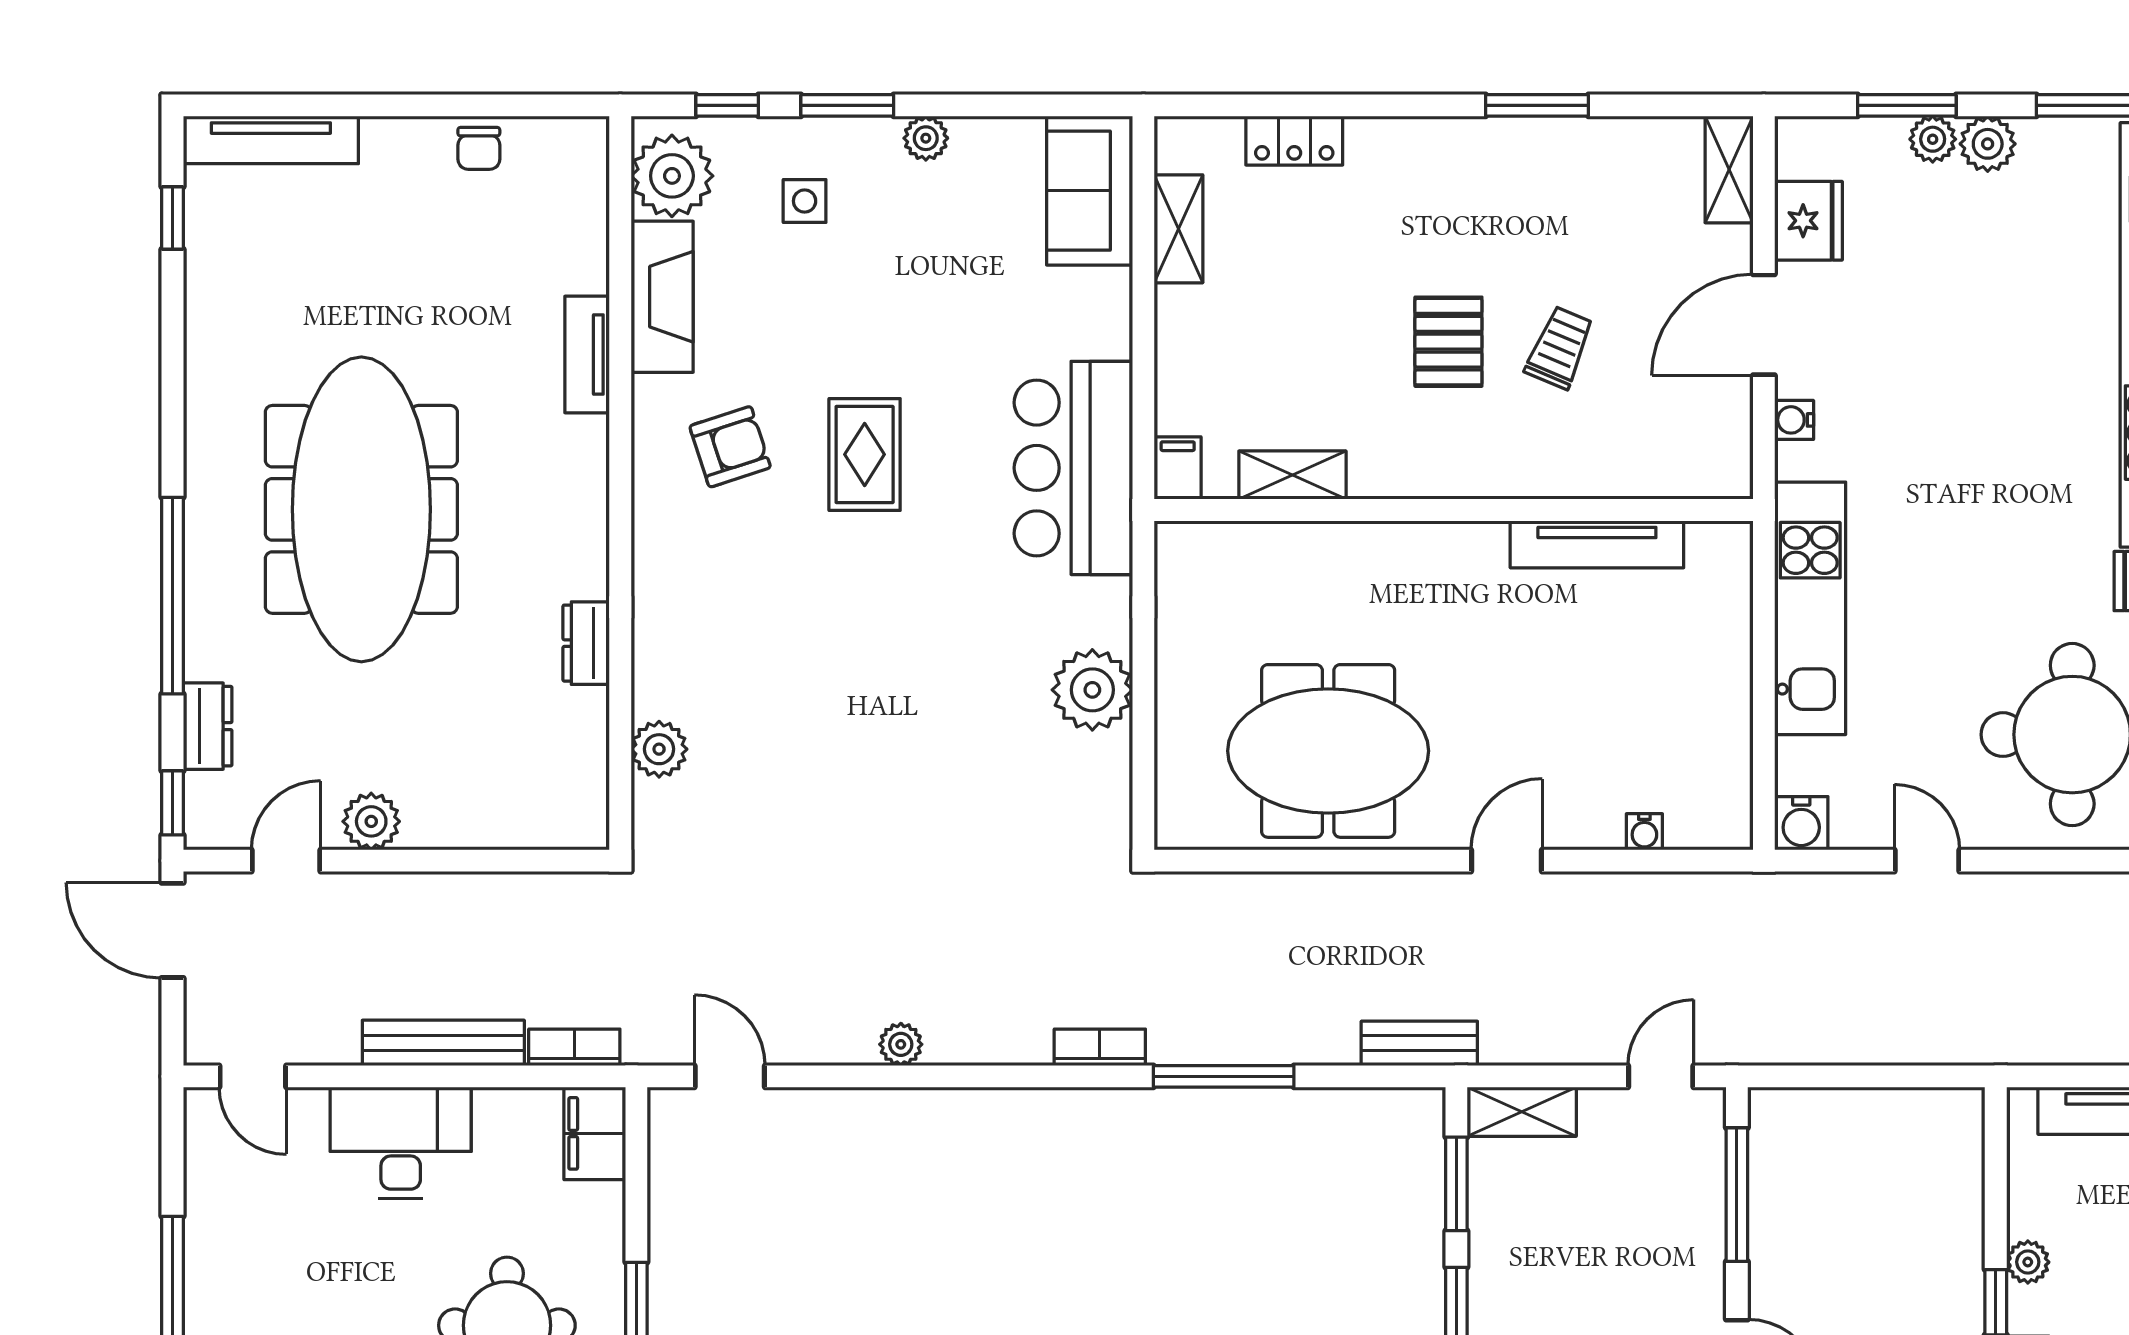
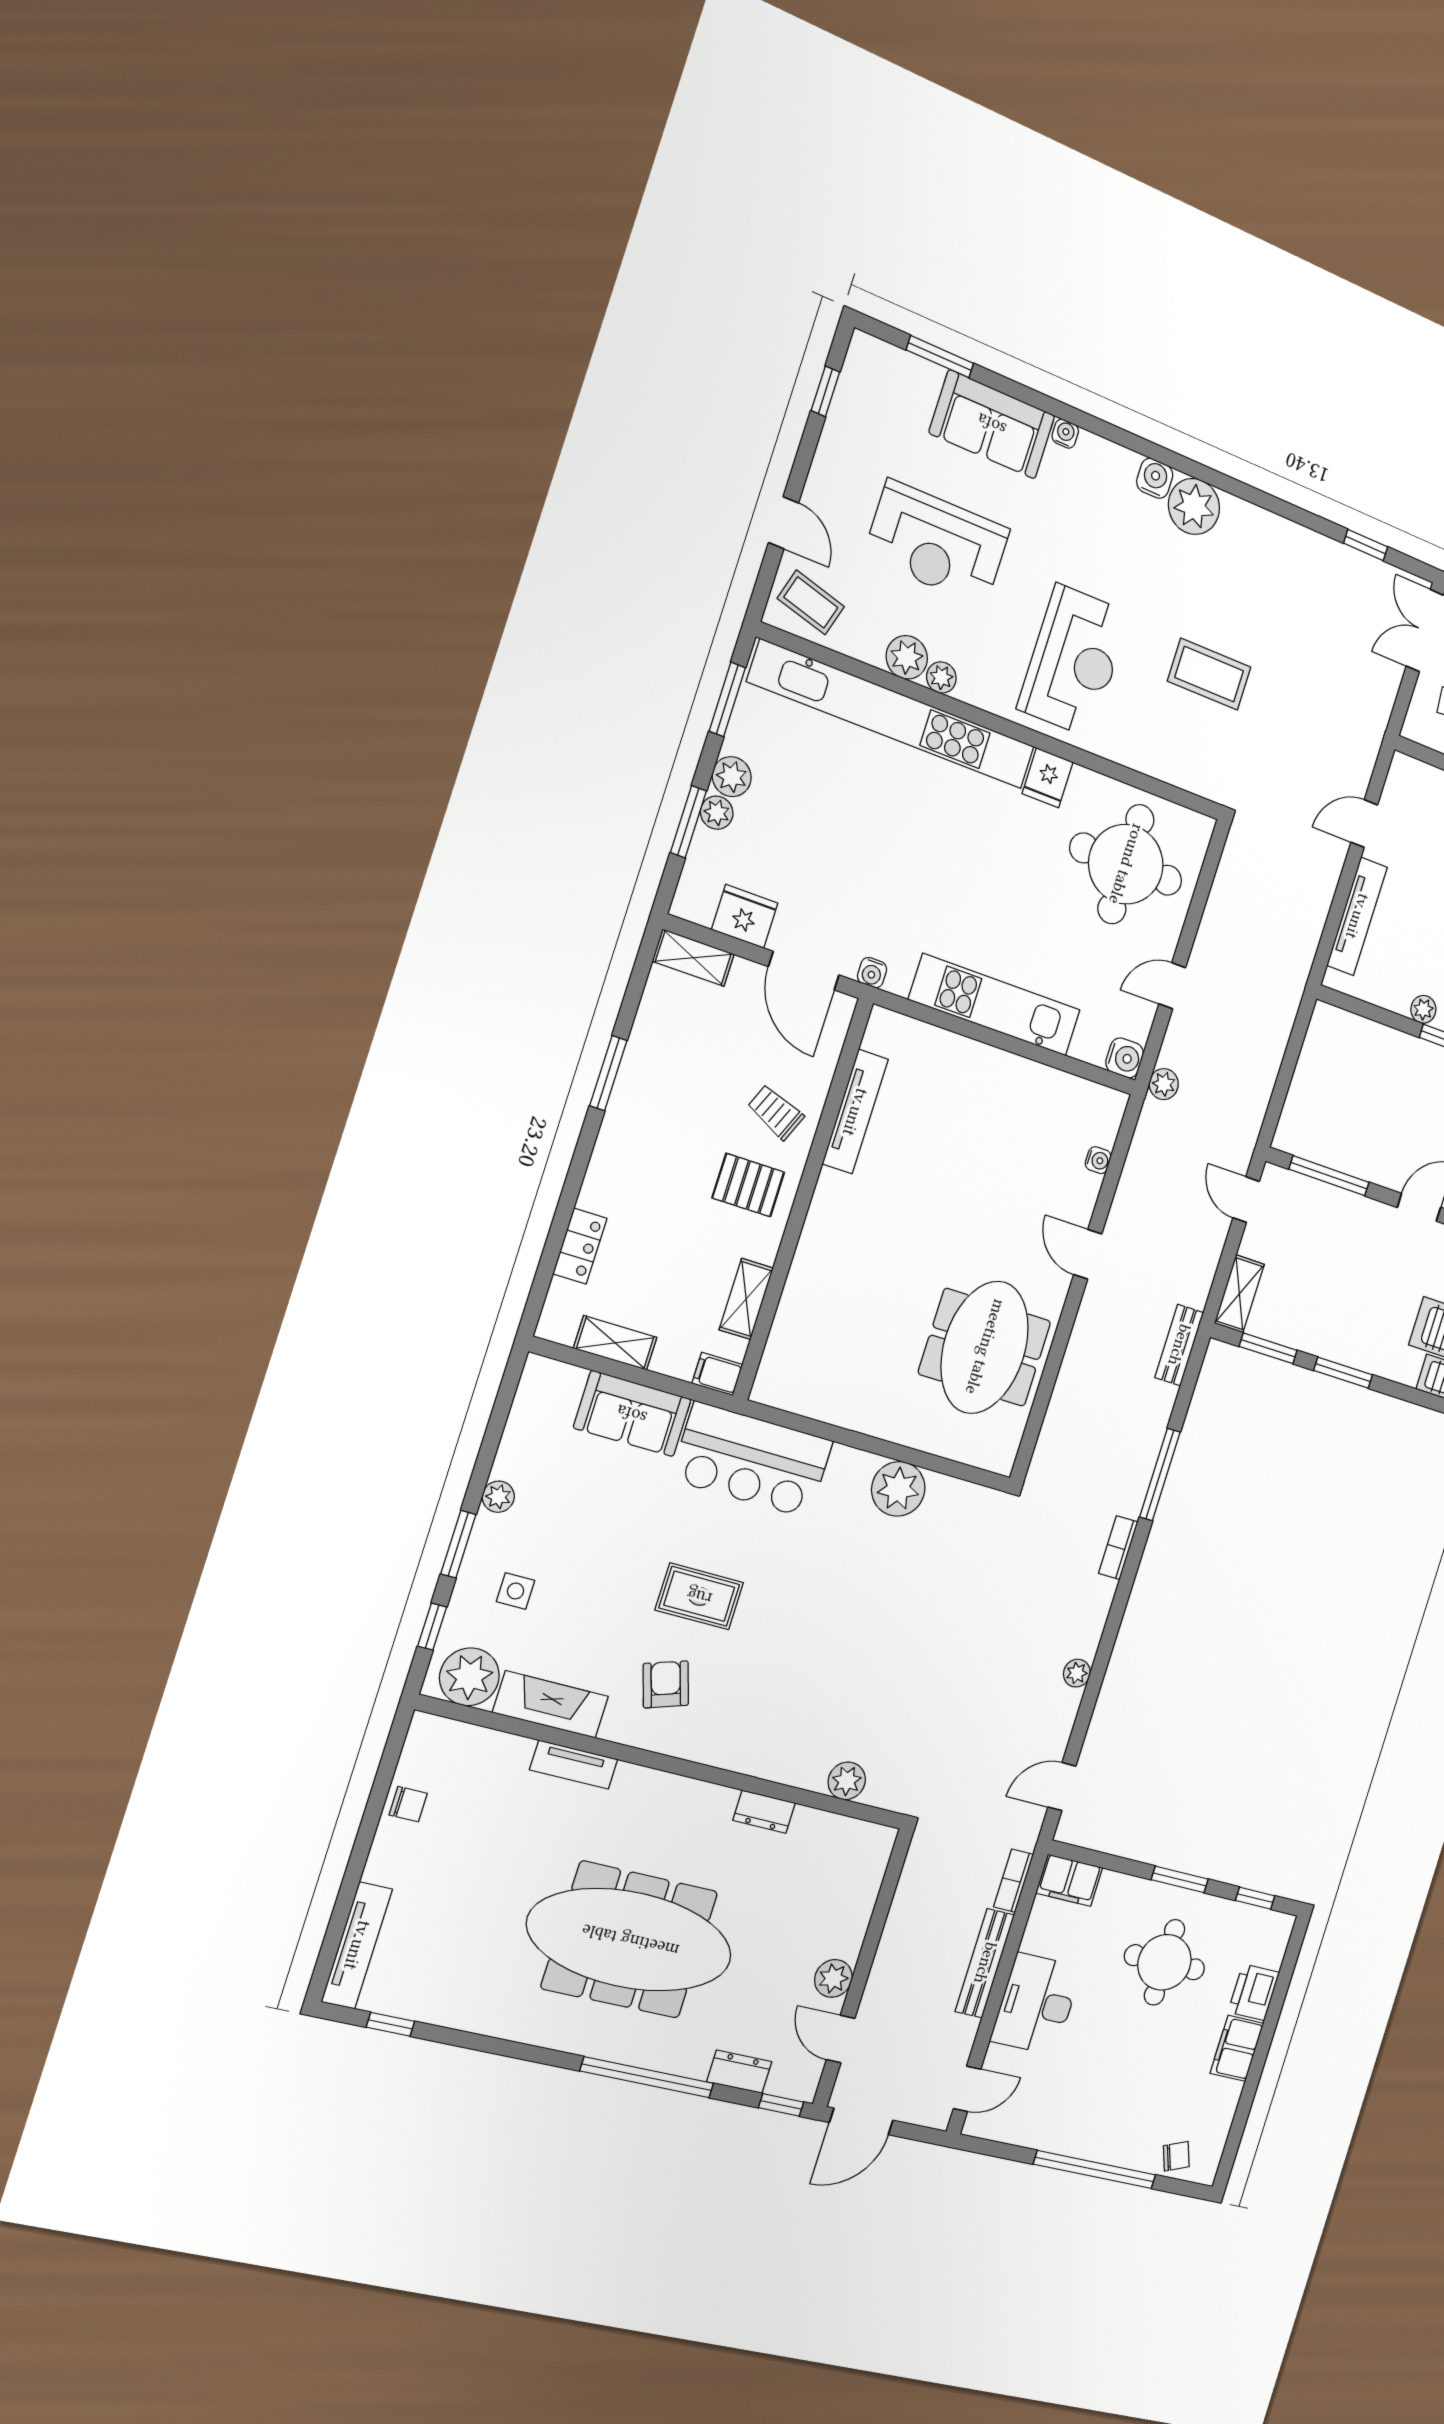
sofa: (1090, 191) -> (632, 1414), moved
filing cabinet: (1178, 468) -> (717, 1374), moved
shelving: (1292, 475) -> (746, 1299), moved
wall: (1454, 510) -> (803, 1199), moved
tv unit: (1597, 544) -> (855, 1112), moved
plant: (1784, 894) -> (1164, 1084), added

